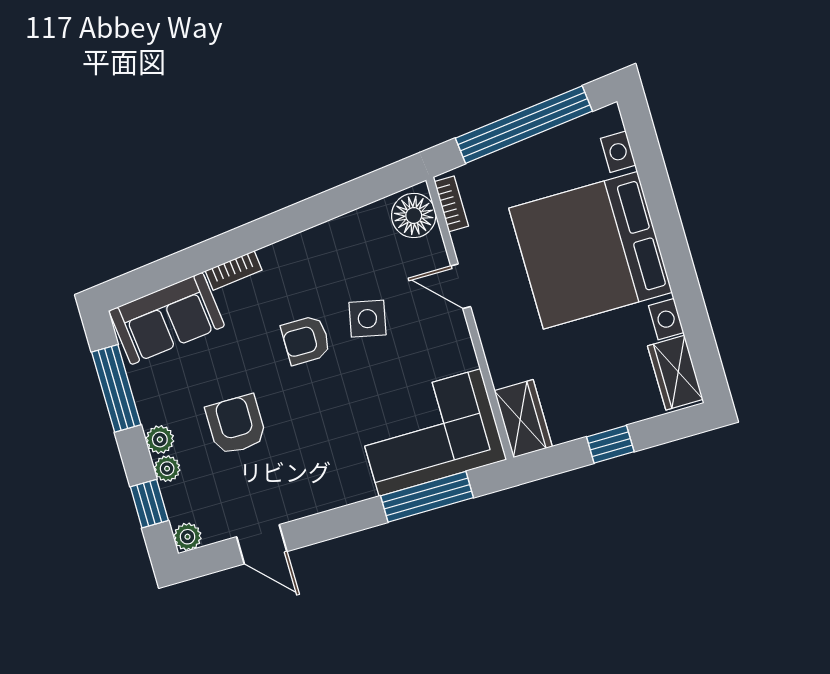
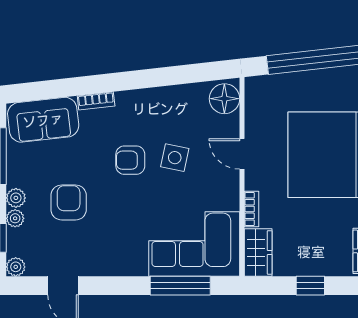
bookcase: (451, 204) -> (251, 209), moved

